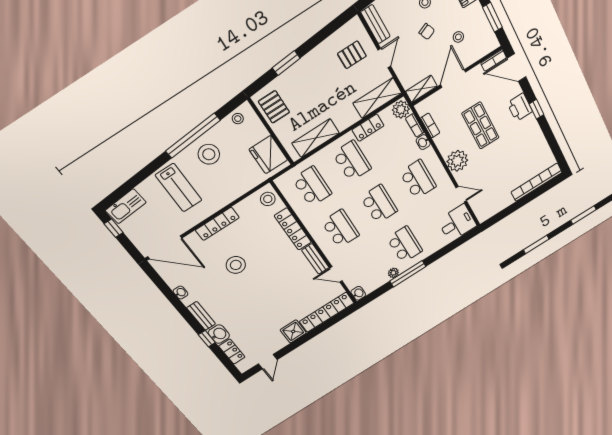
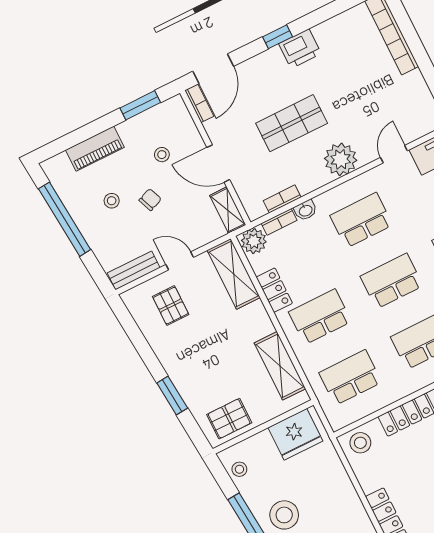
printer: (520, 107) -> (300, 49), moved

